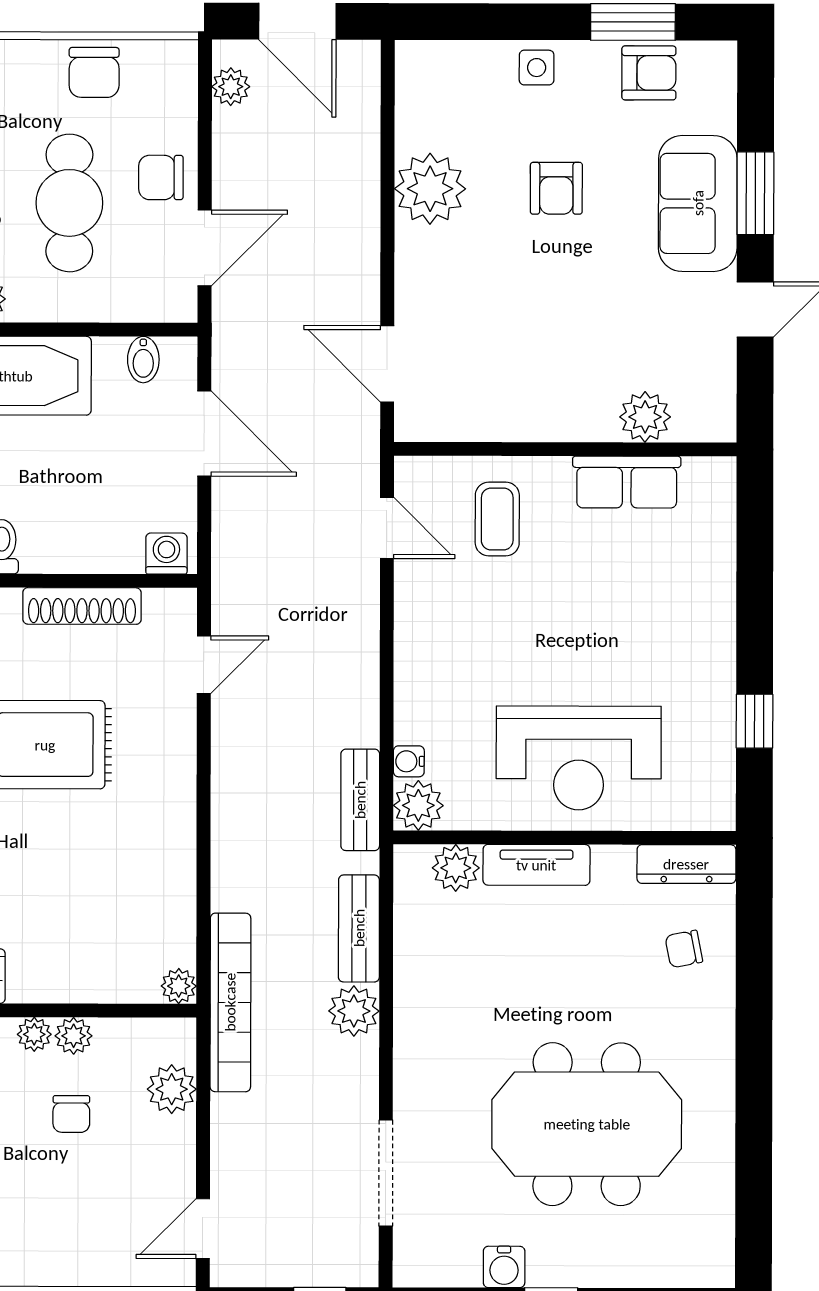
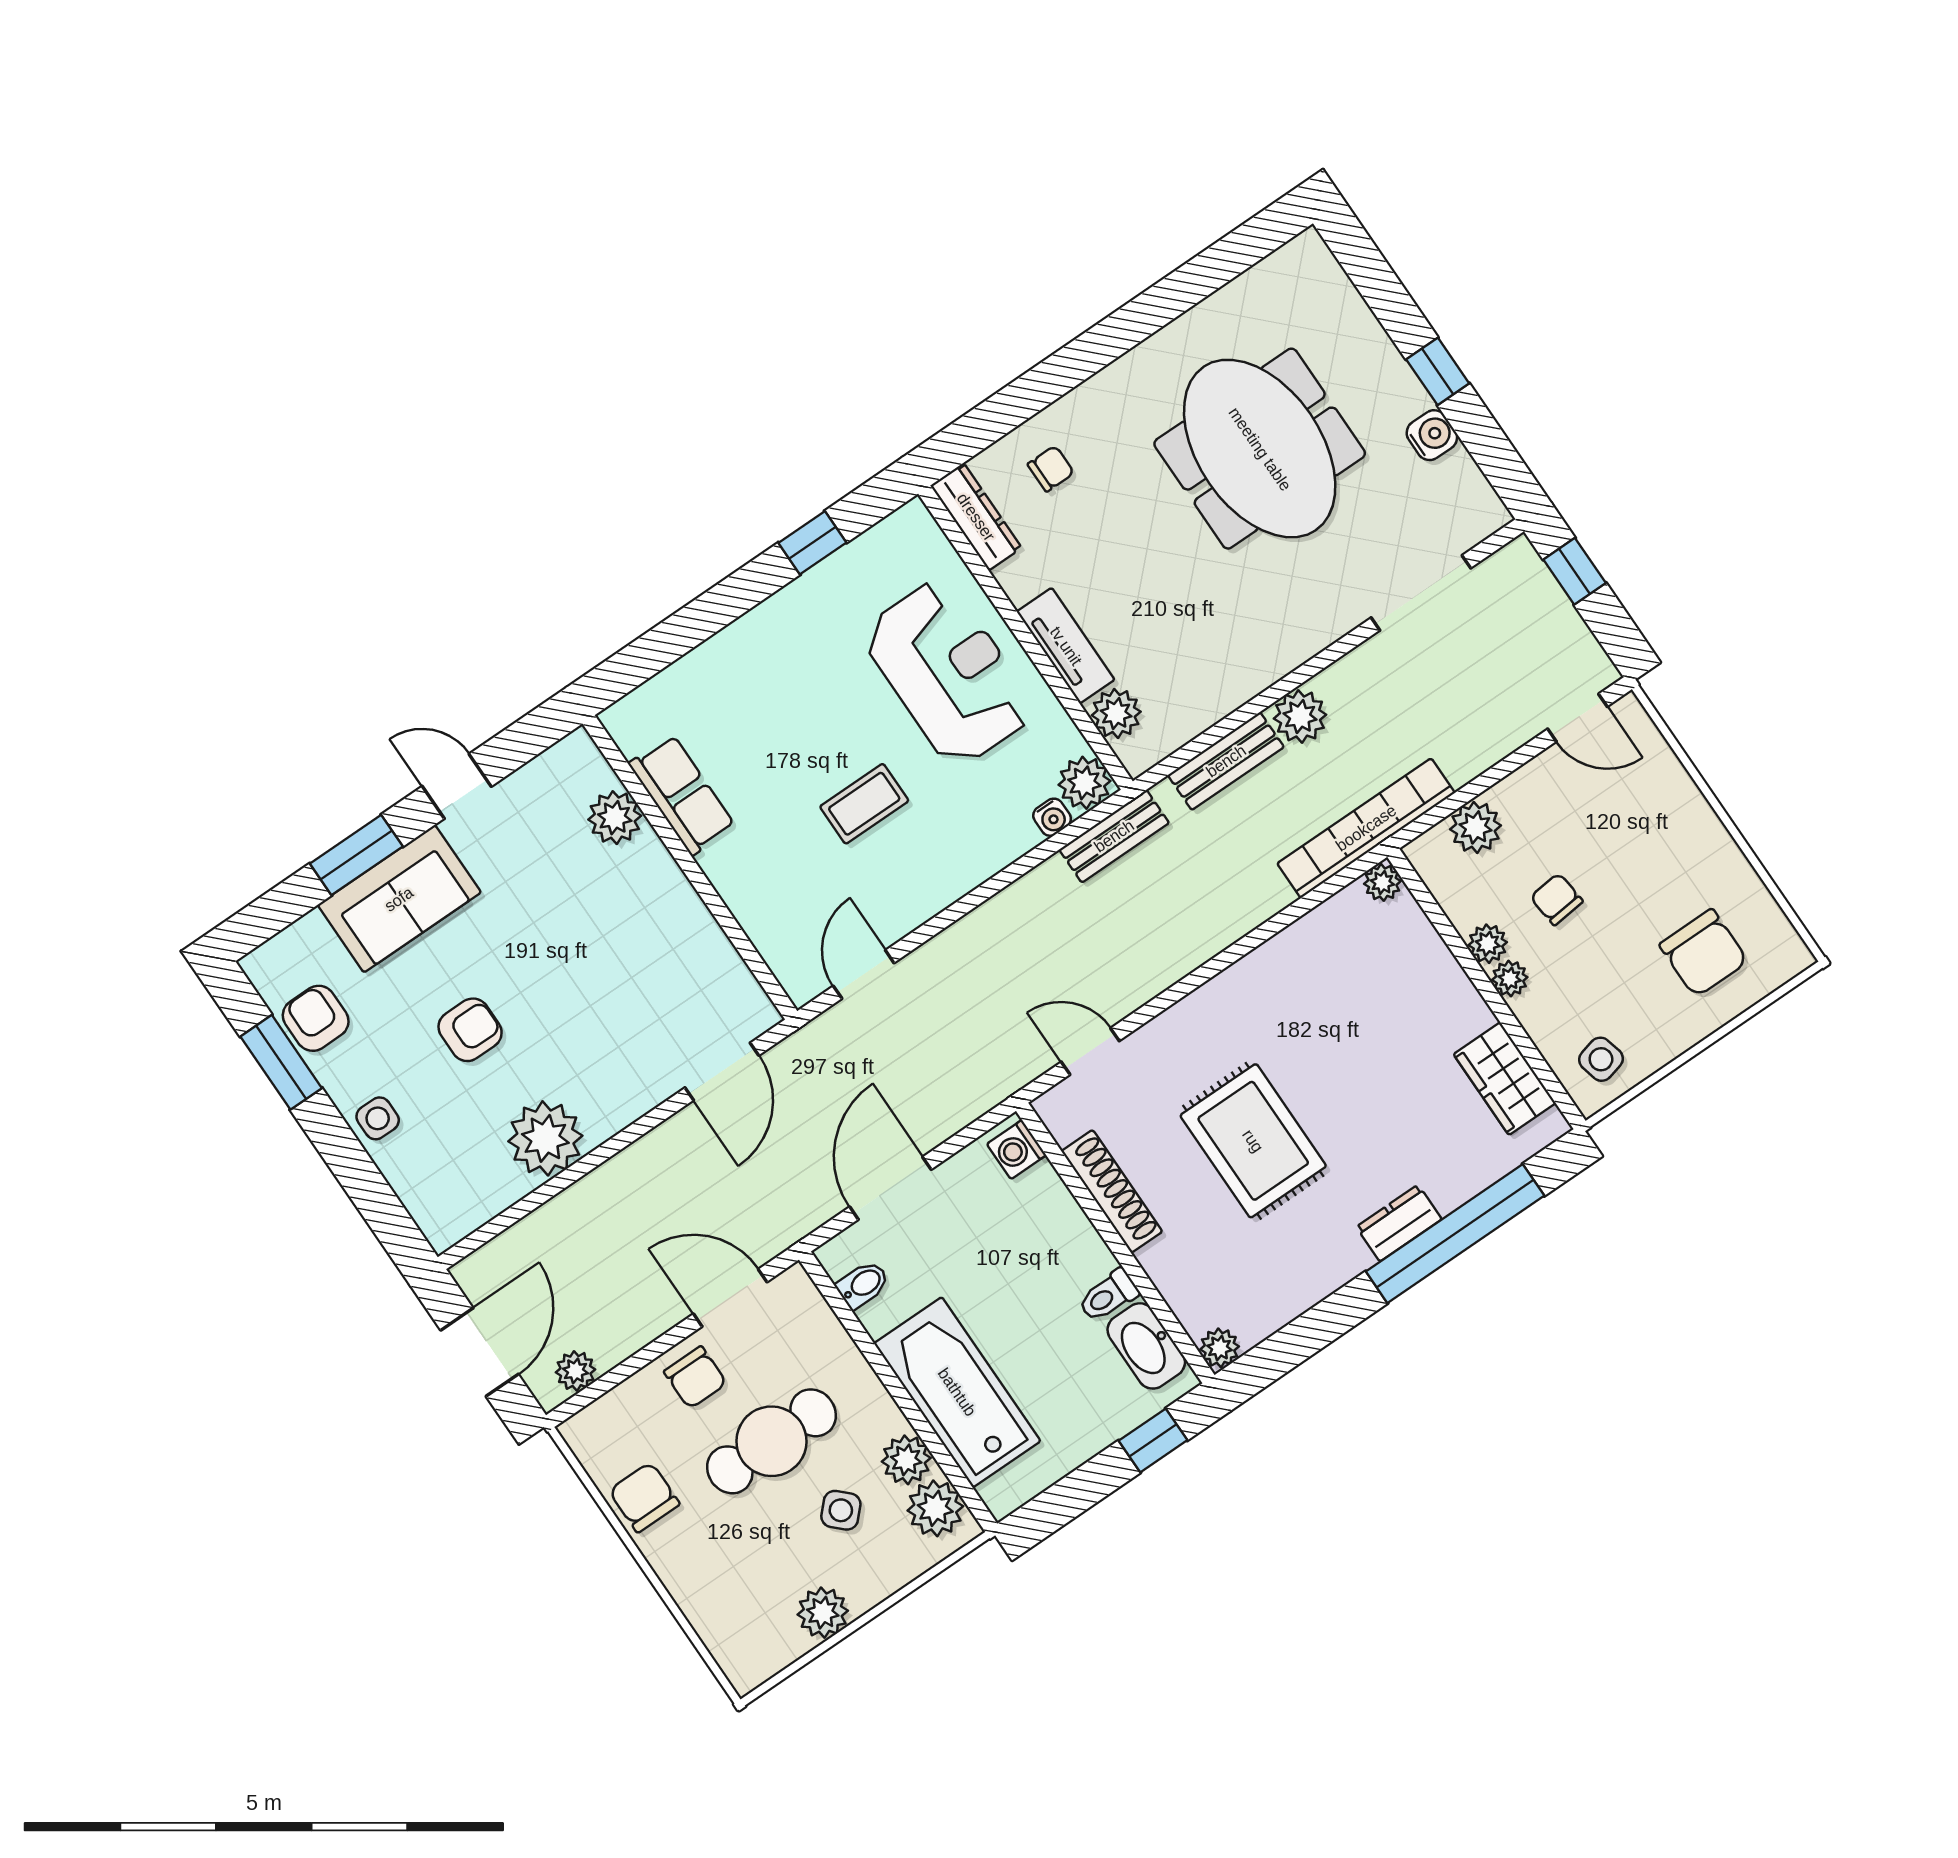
chair: (94, 72) -> (644, 1497), turned -90
coffee table: (497, 519) -> (864, 804), moved
chair: (684, 949) -> (1051, 469), turned -79
chair: (71, 1114) -> (1557, 899), turned -96

